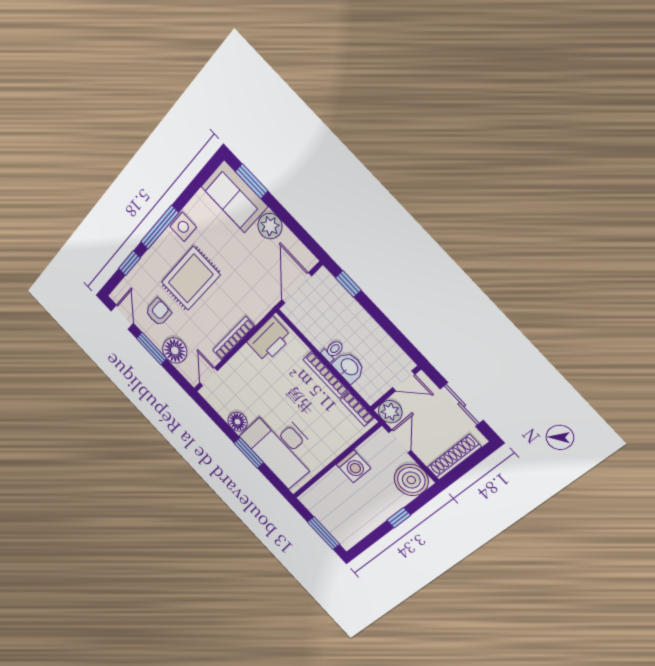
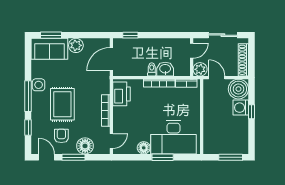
door: (296, 288) -> (111, 59), hinge flipped
door: (209, 377) -> (111, 141), swing flipped
washing machine: (354, 466) -> (241, 108), moved, turned 180

